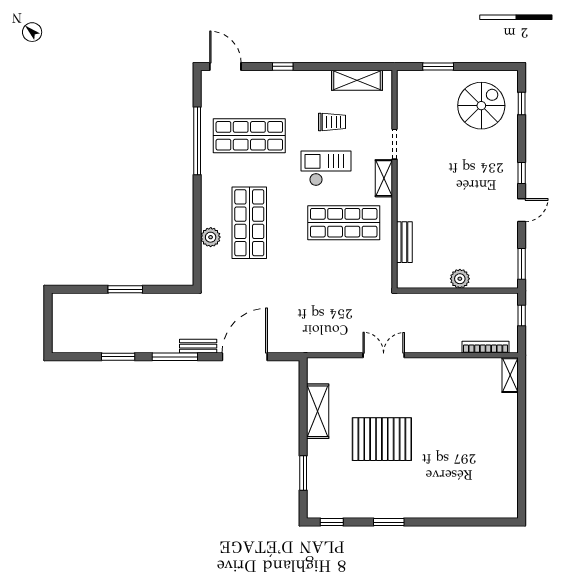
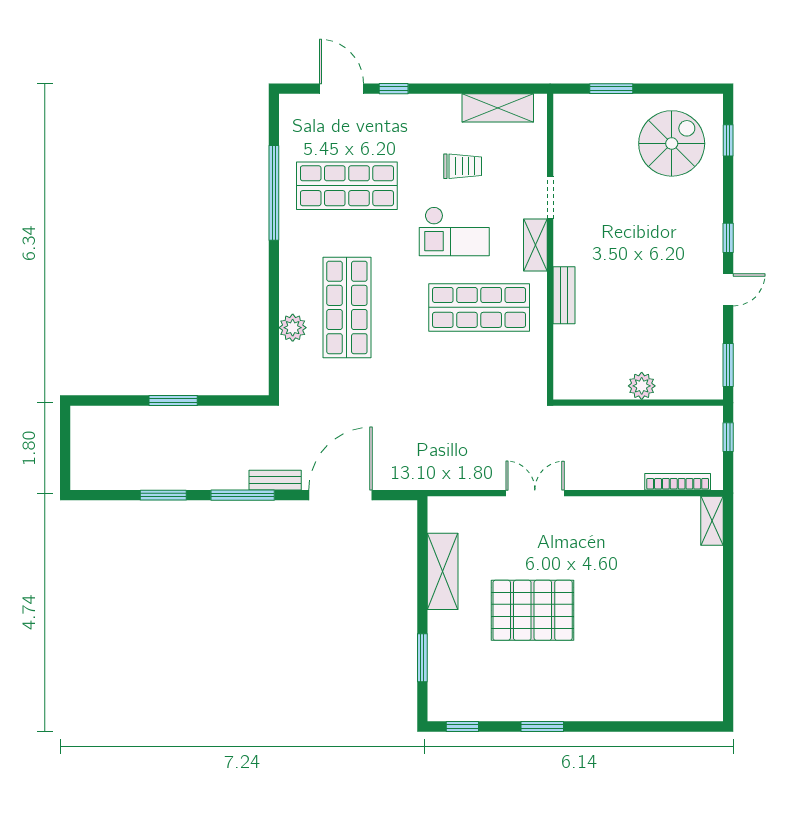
door: (225, 66) -> (341, 89), moved
checkout: (326, 168) -> (454, 231), turned 180
bench: (404, 242) -> (564, 295), moved

